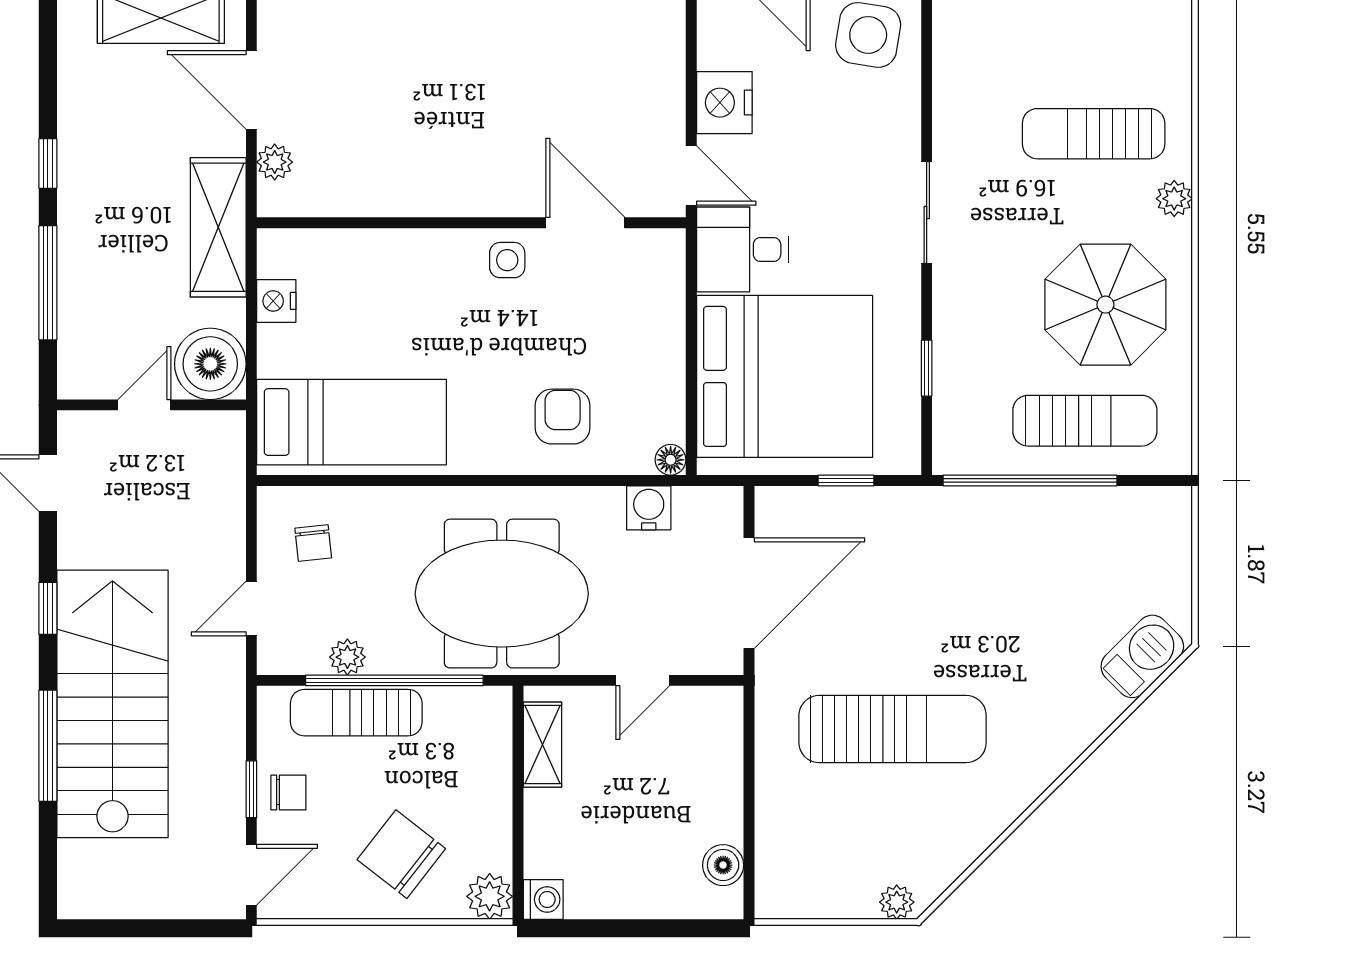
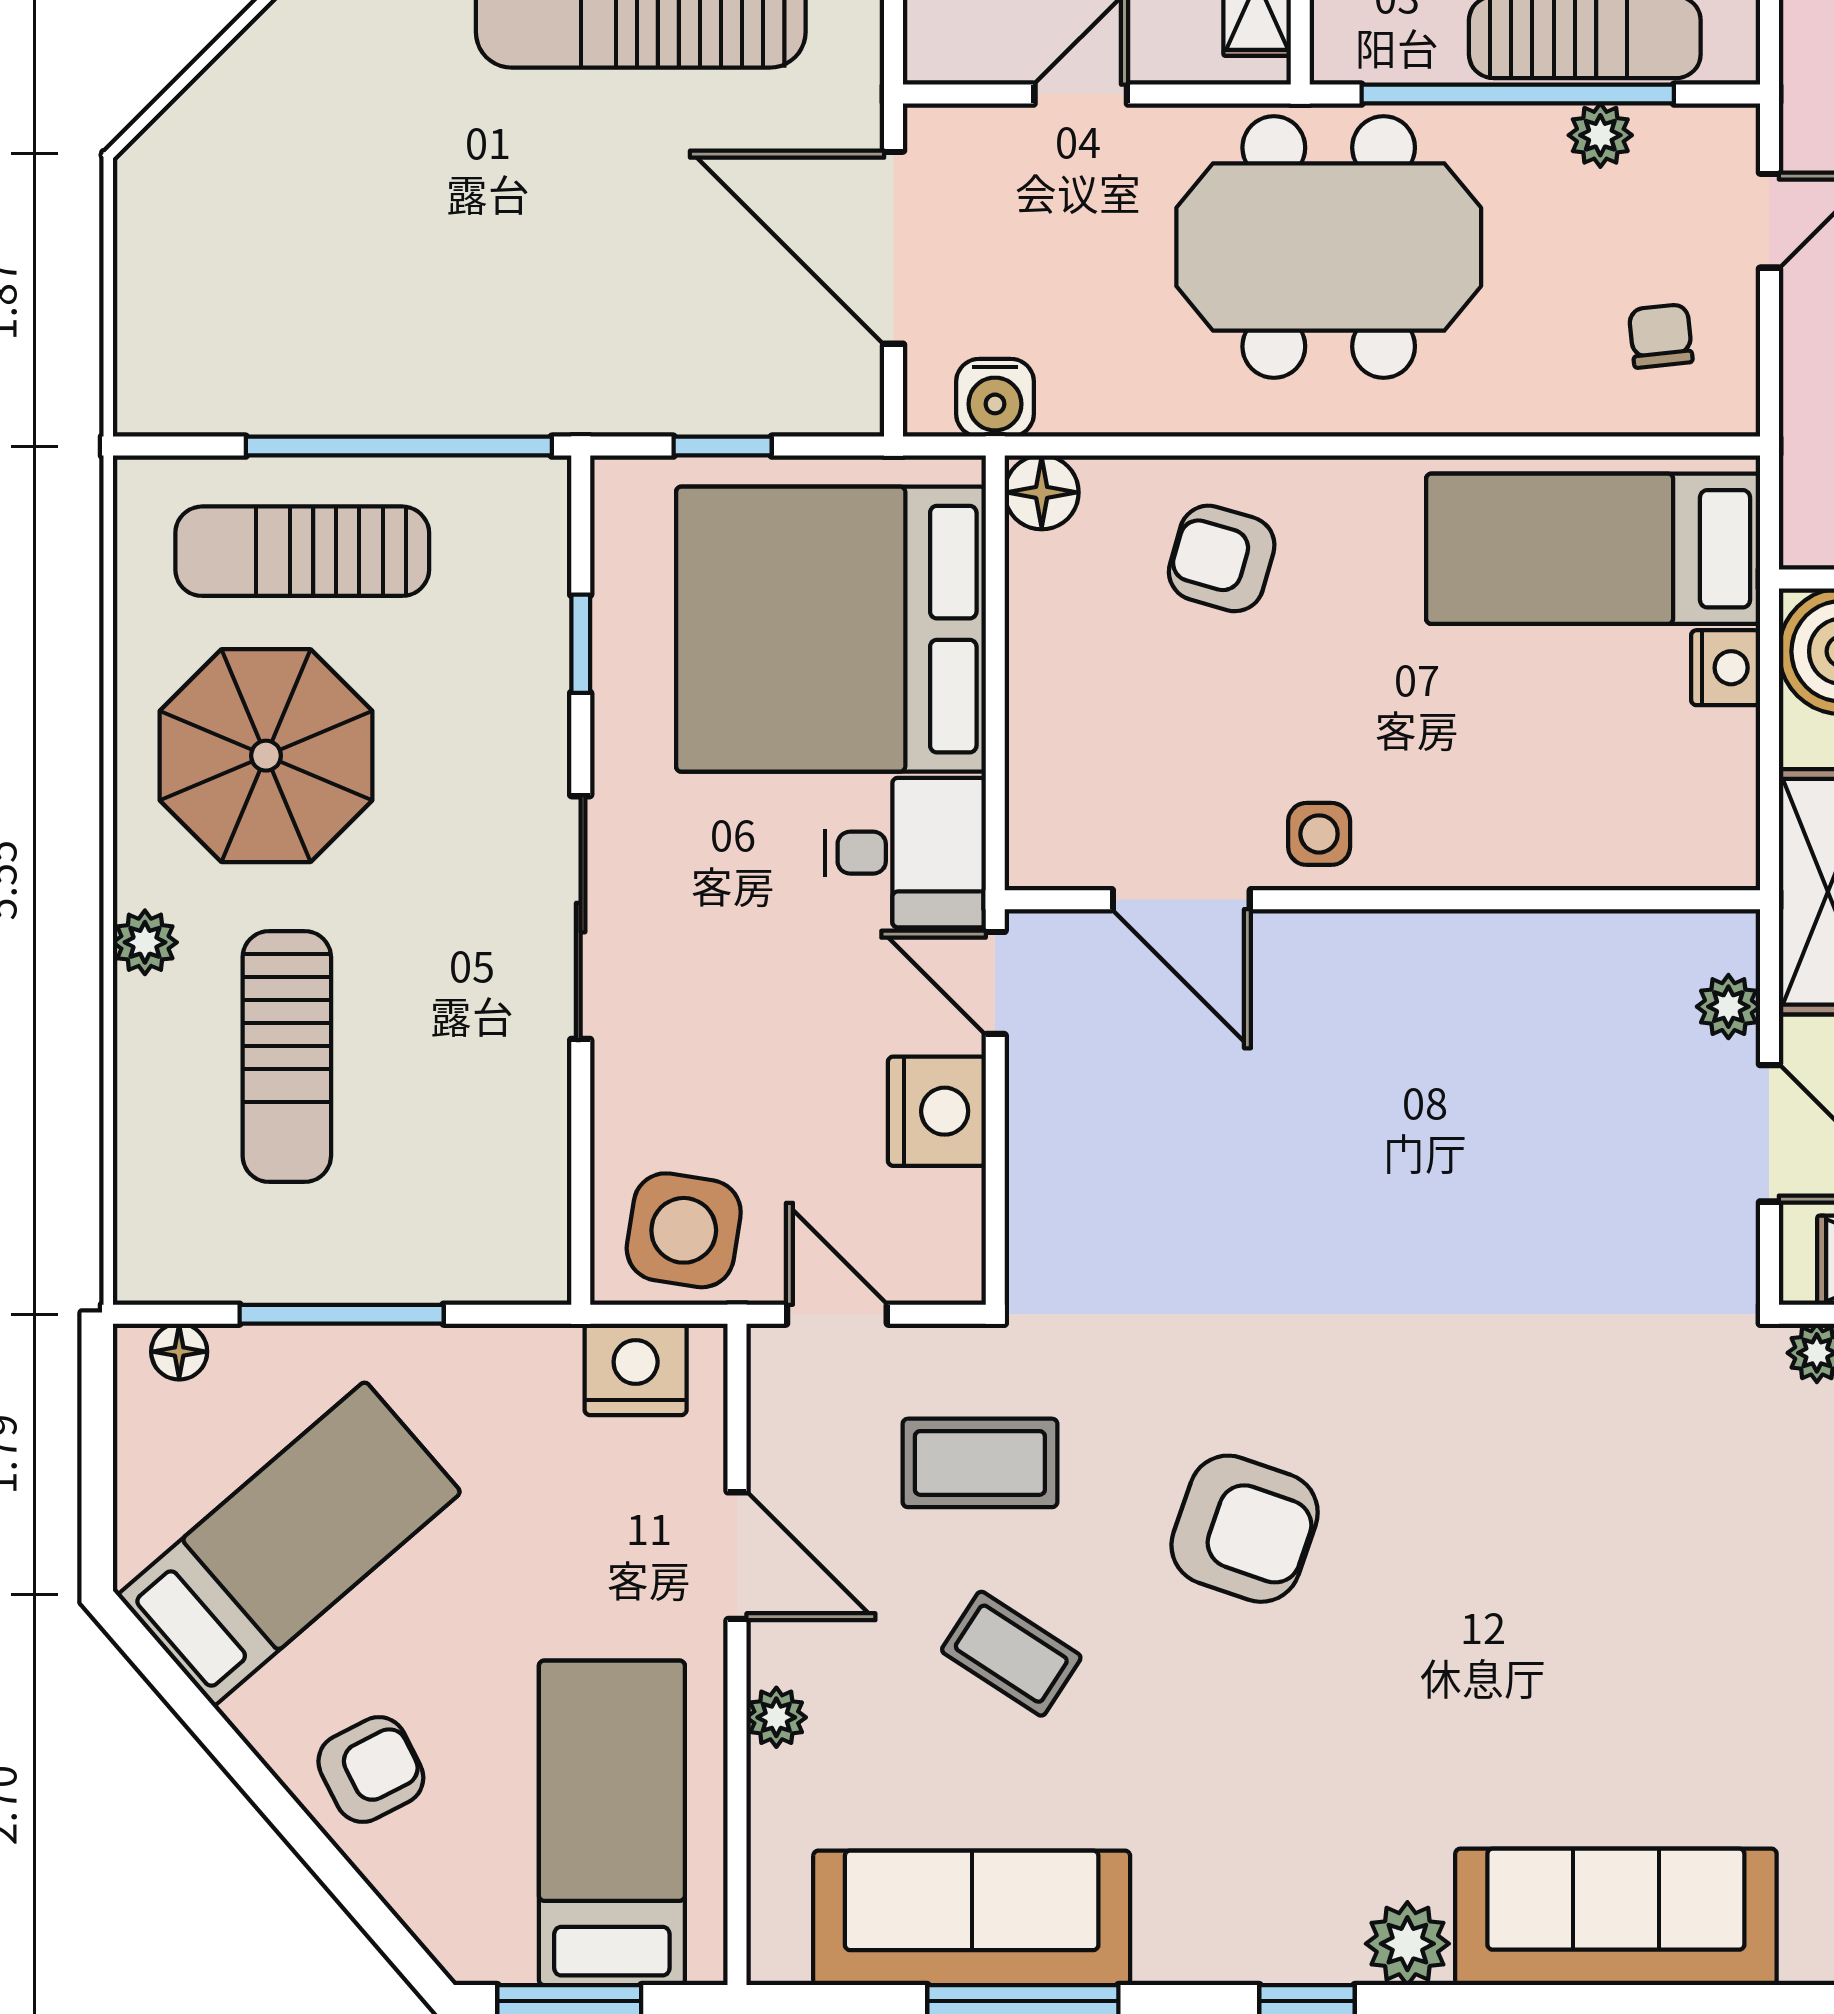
sun lounger: (1094, 134) -> (287, 1056), turned 90
sliding door: (927, 213) -> (581, 918), width x1.37
nightstand: (276, 301) -> (1726, 668), moved
armchair: (563, 417) -> (1222, 558), turned 106
floor lamp: (671, 460) -> (1042, 492), width x1.37, depth x1.37
water cooler: (649, 508) -> (995, 398), moved
door: (749, 593) -> (894, 248), hinge flipped
barbecue: (1142, 656) -> (201, 136), removed

